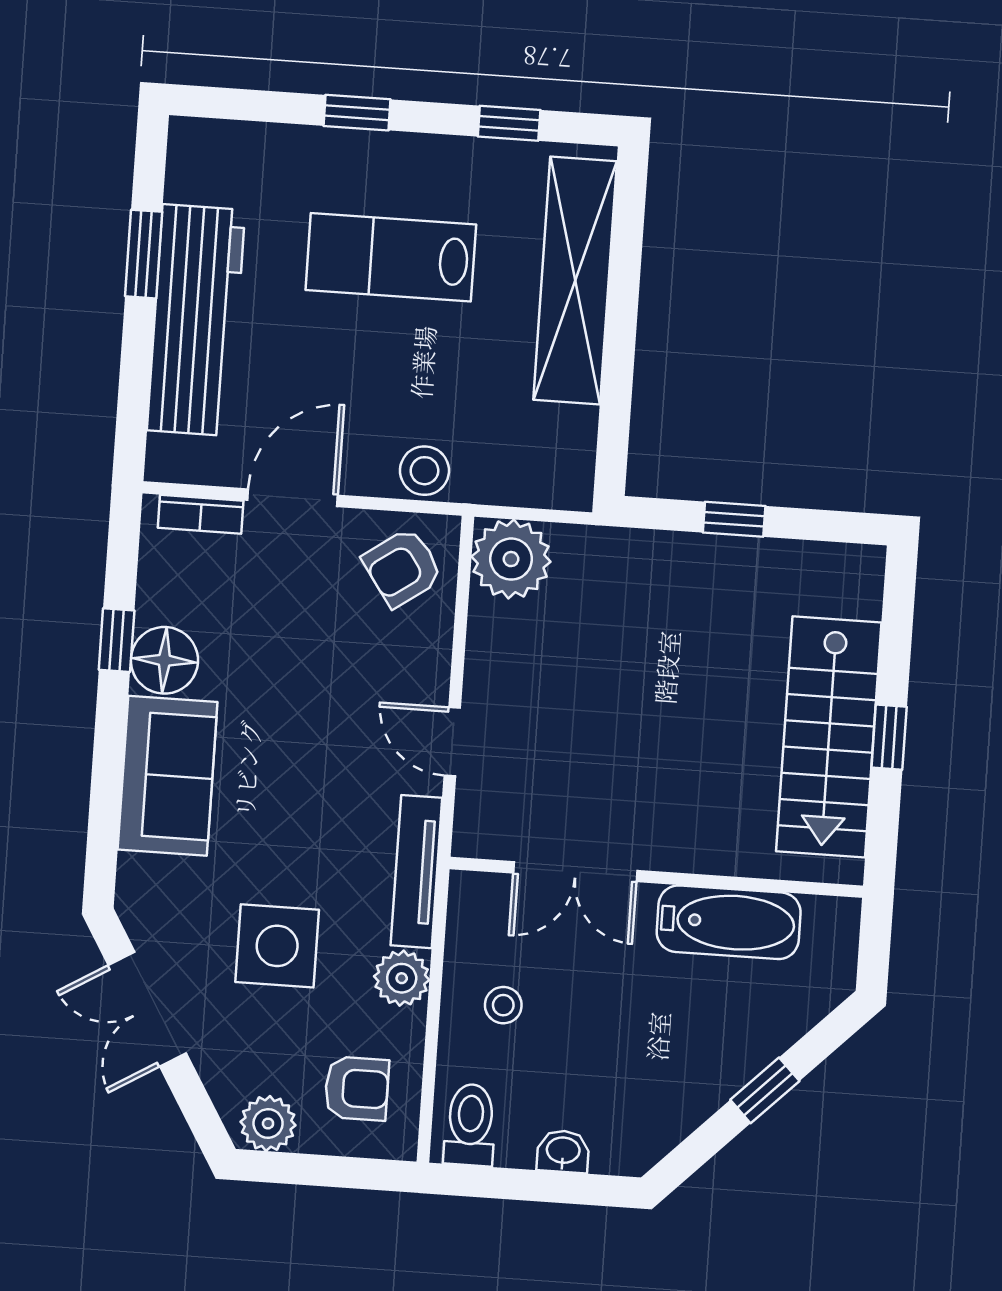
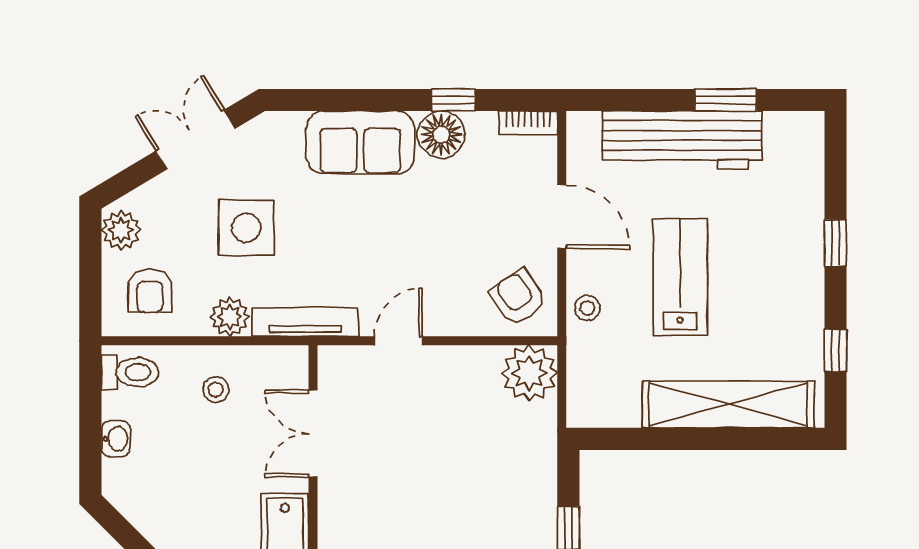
lab bench: (391, 257) -> (680, 277), moved
stool: (424, 471) -> (587, 308), width x0.73, depth x0.73
bookcase: (201, 514) -> (528, 123), moved, turned -90

